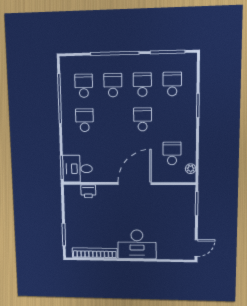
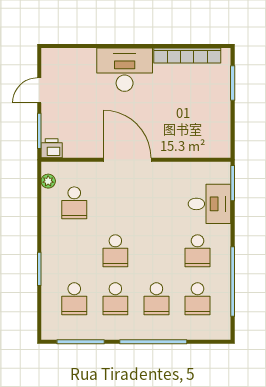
desk: (78, 169) -> (209, 204), moved
door: (135, 184) -> (127, 160), swing flipped
printer: (88, 191) -> (52, 148), moved
door: (196, 248) -> (39, 90), moved

